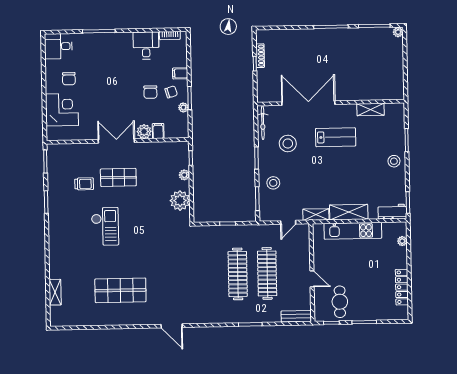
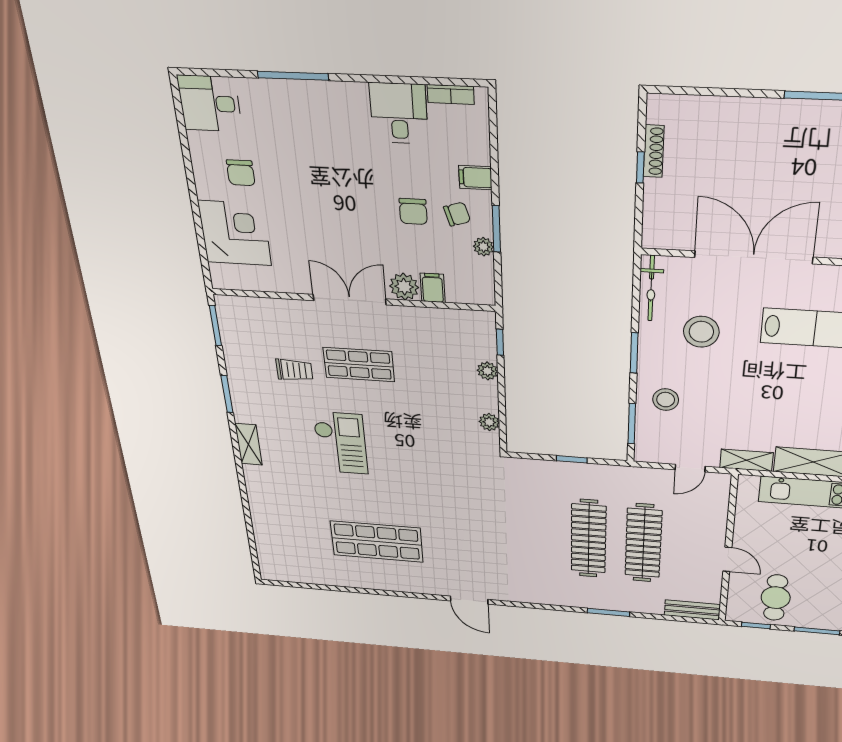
plant: (180, 201) -> (489, 422), width x0.53, depth x0.53
shelving: (55, 292) -> (248, 444), moved

